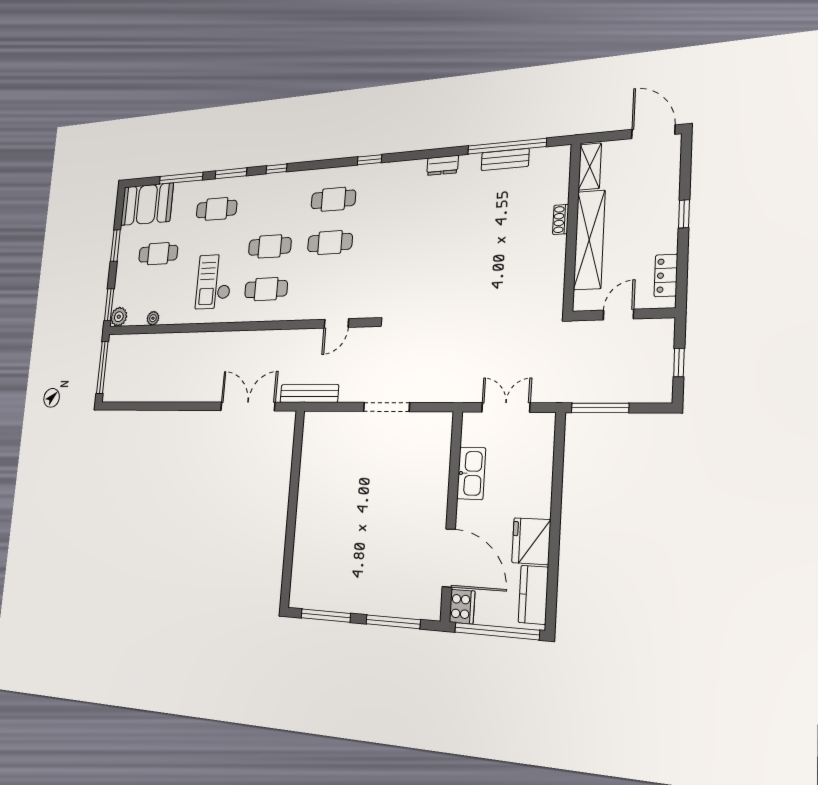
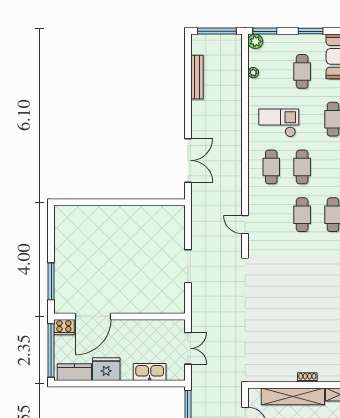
bench: (309, 394) -> (197, 77), moved
kitchen sink: (471, 473) -> (150, 372), moved, turned 180
window: (326, 616) -> (51, 234), removed

